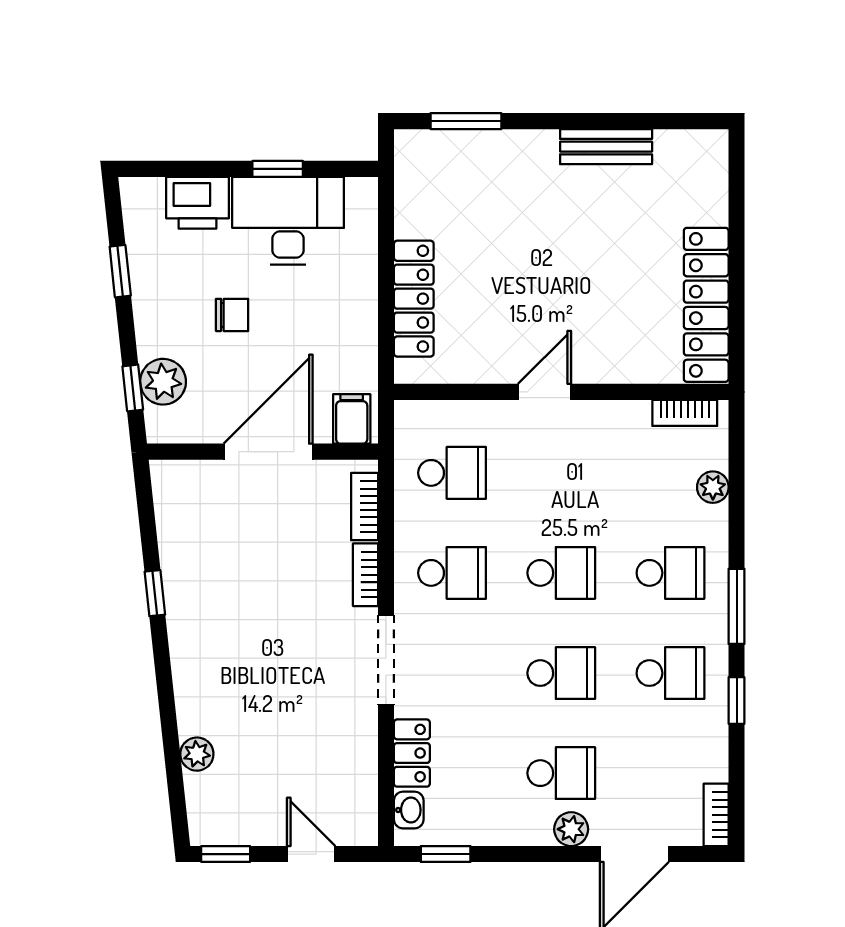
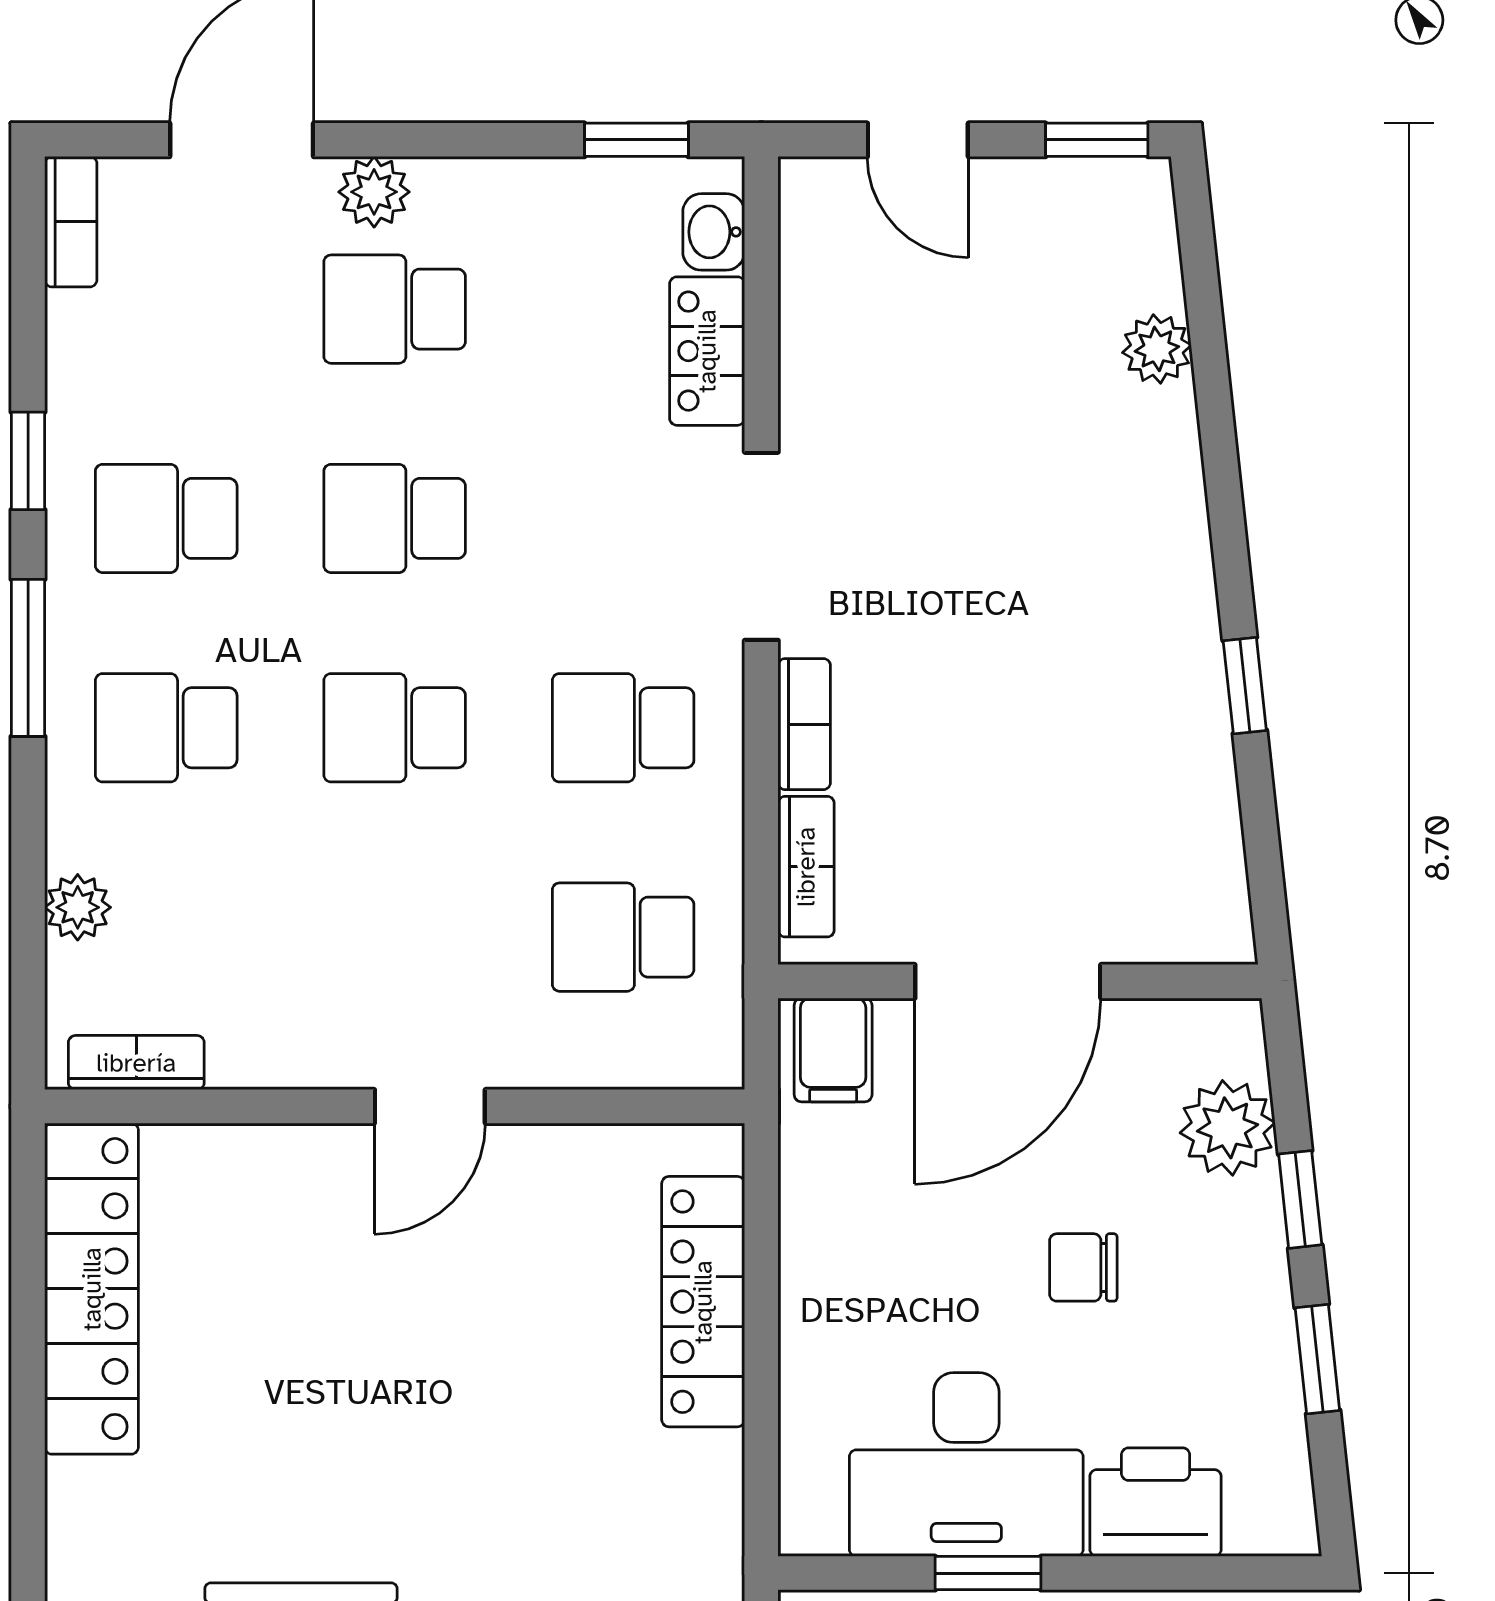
window: (133, 388) -> (1300, 1199), moved

